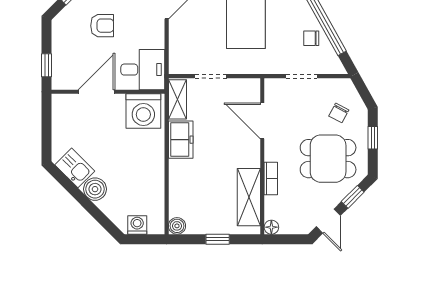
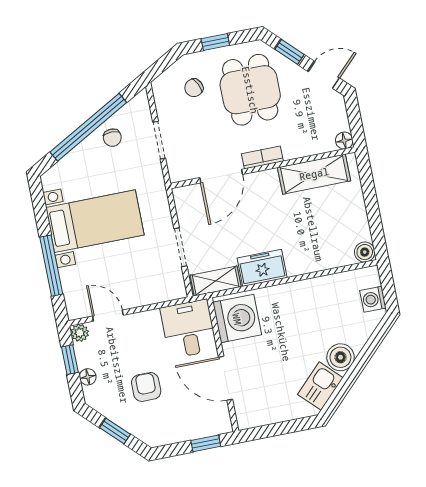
chair: (339, 113) -> (194, 88), turned 126
bookcase: (271, 179) -> (262, 157), moved
window: (218, 239) -> (371, 201), removed

